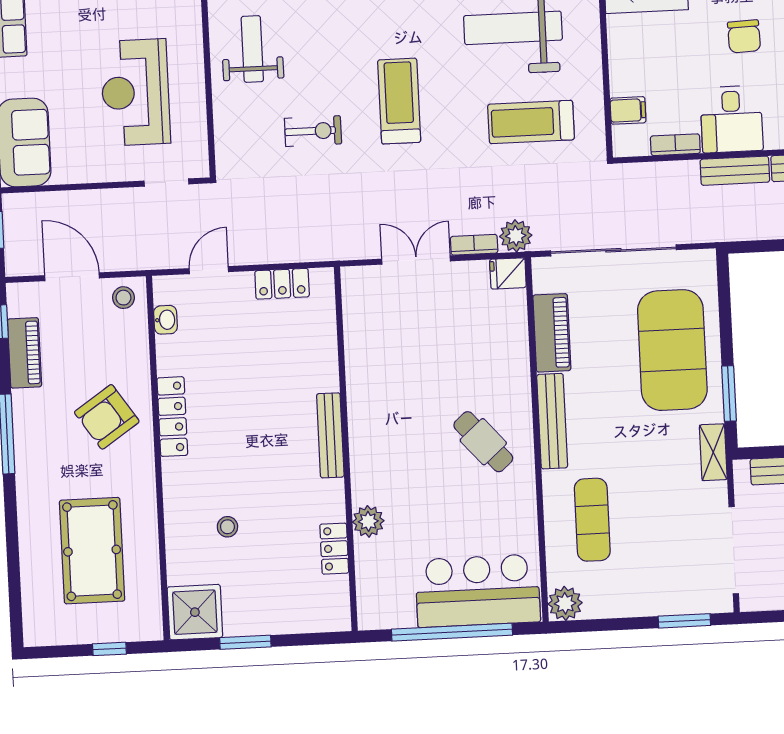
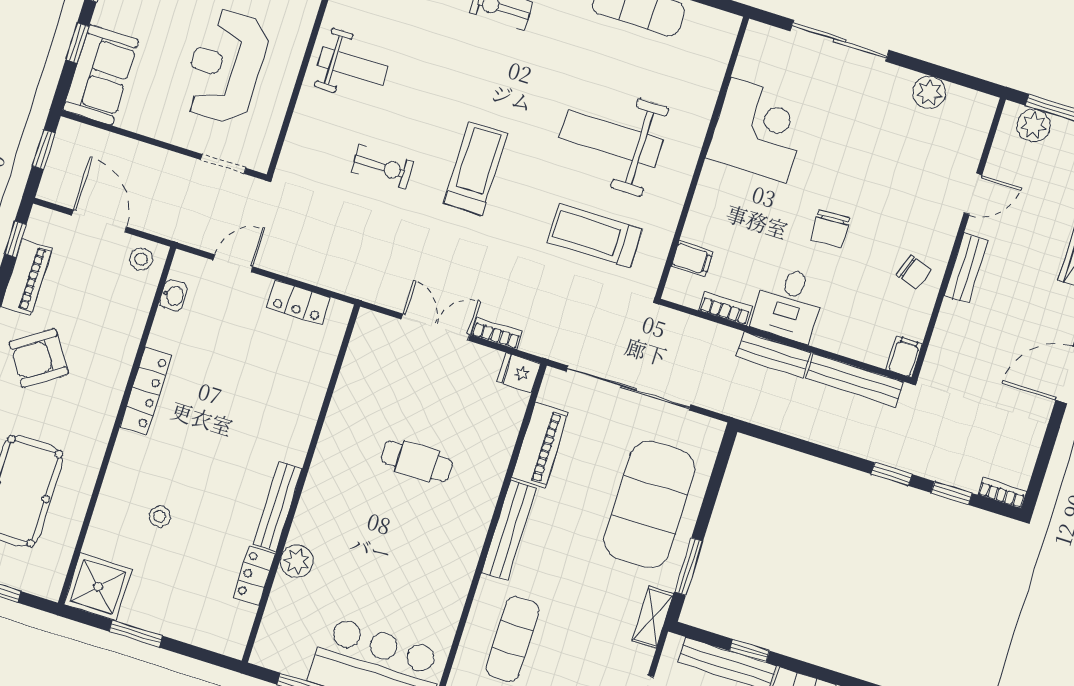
weight bench: (252, 49) -> (353, 66), turned 90
plant: (516, 236) -> (540, 339), removed
armchair: (107, 417) -> (39, 358), moved
bench: (330, 435) -> (278, 506), moved
cafe table: (483, 442) -> (417, 461), moved, turned -49

